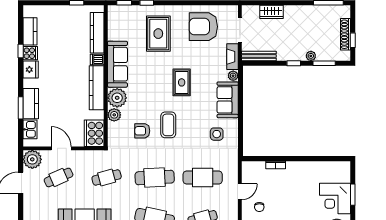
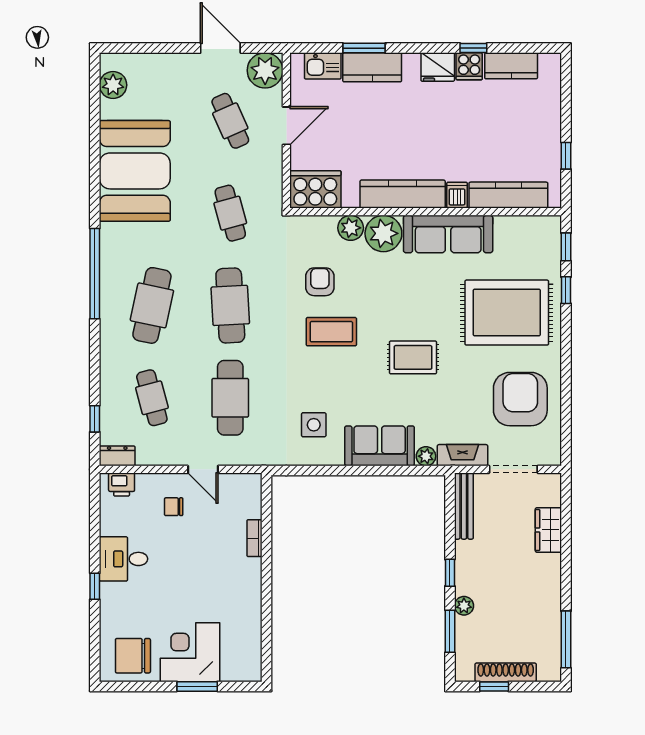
rug: (158, 34) -> (507, 313), width x1.37, depth x1.44

